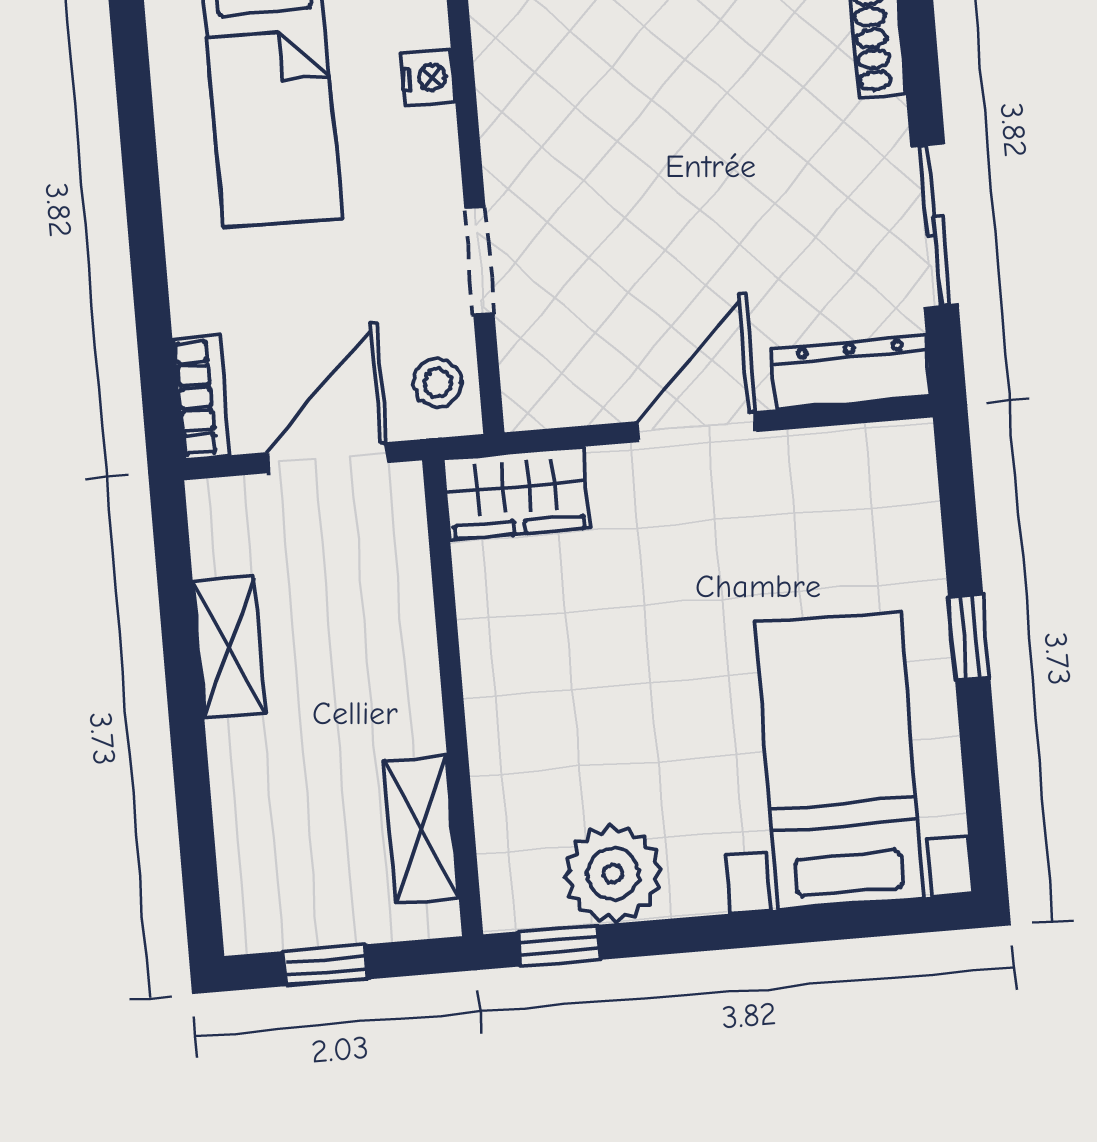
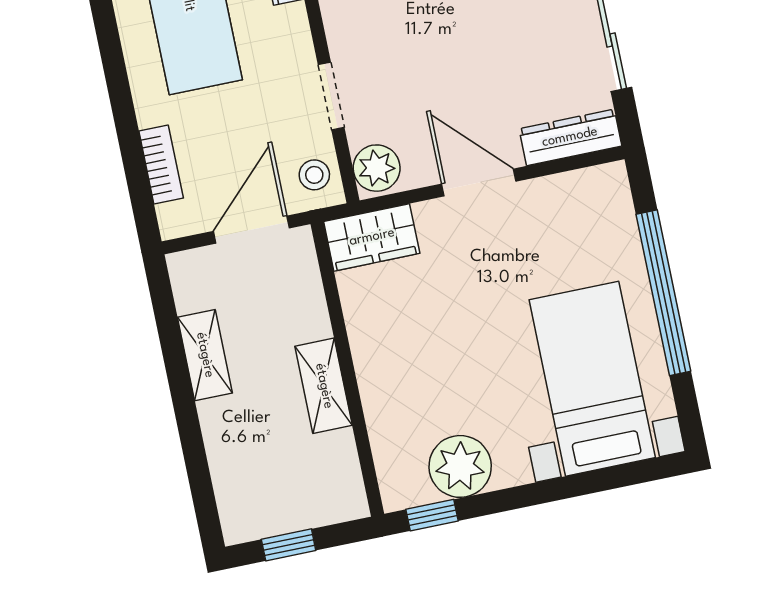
plant: (538, 384) -> (377, 168), added
bookcase: (201, 398) -> (161, 164), moved
door: (697, 427) -> (479, 183), hinge flipped
window: (969, 637) -> (663, 293), width x3.17
shelving: (421, 829) -> (324, 386), moved

